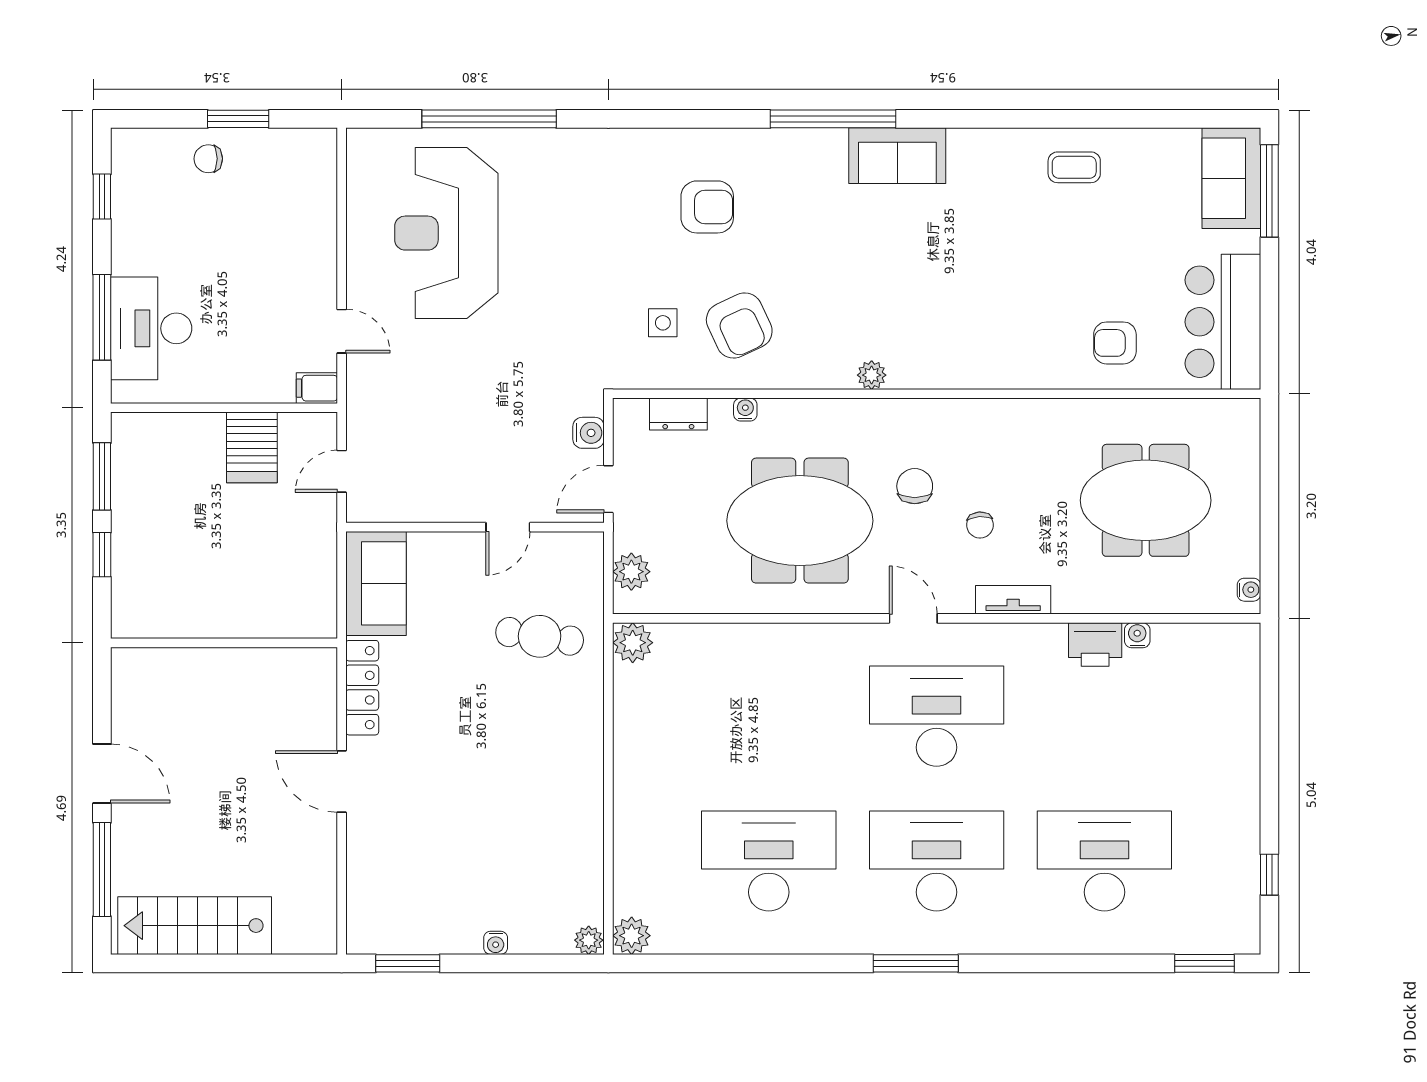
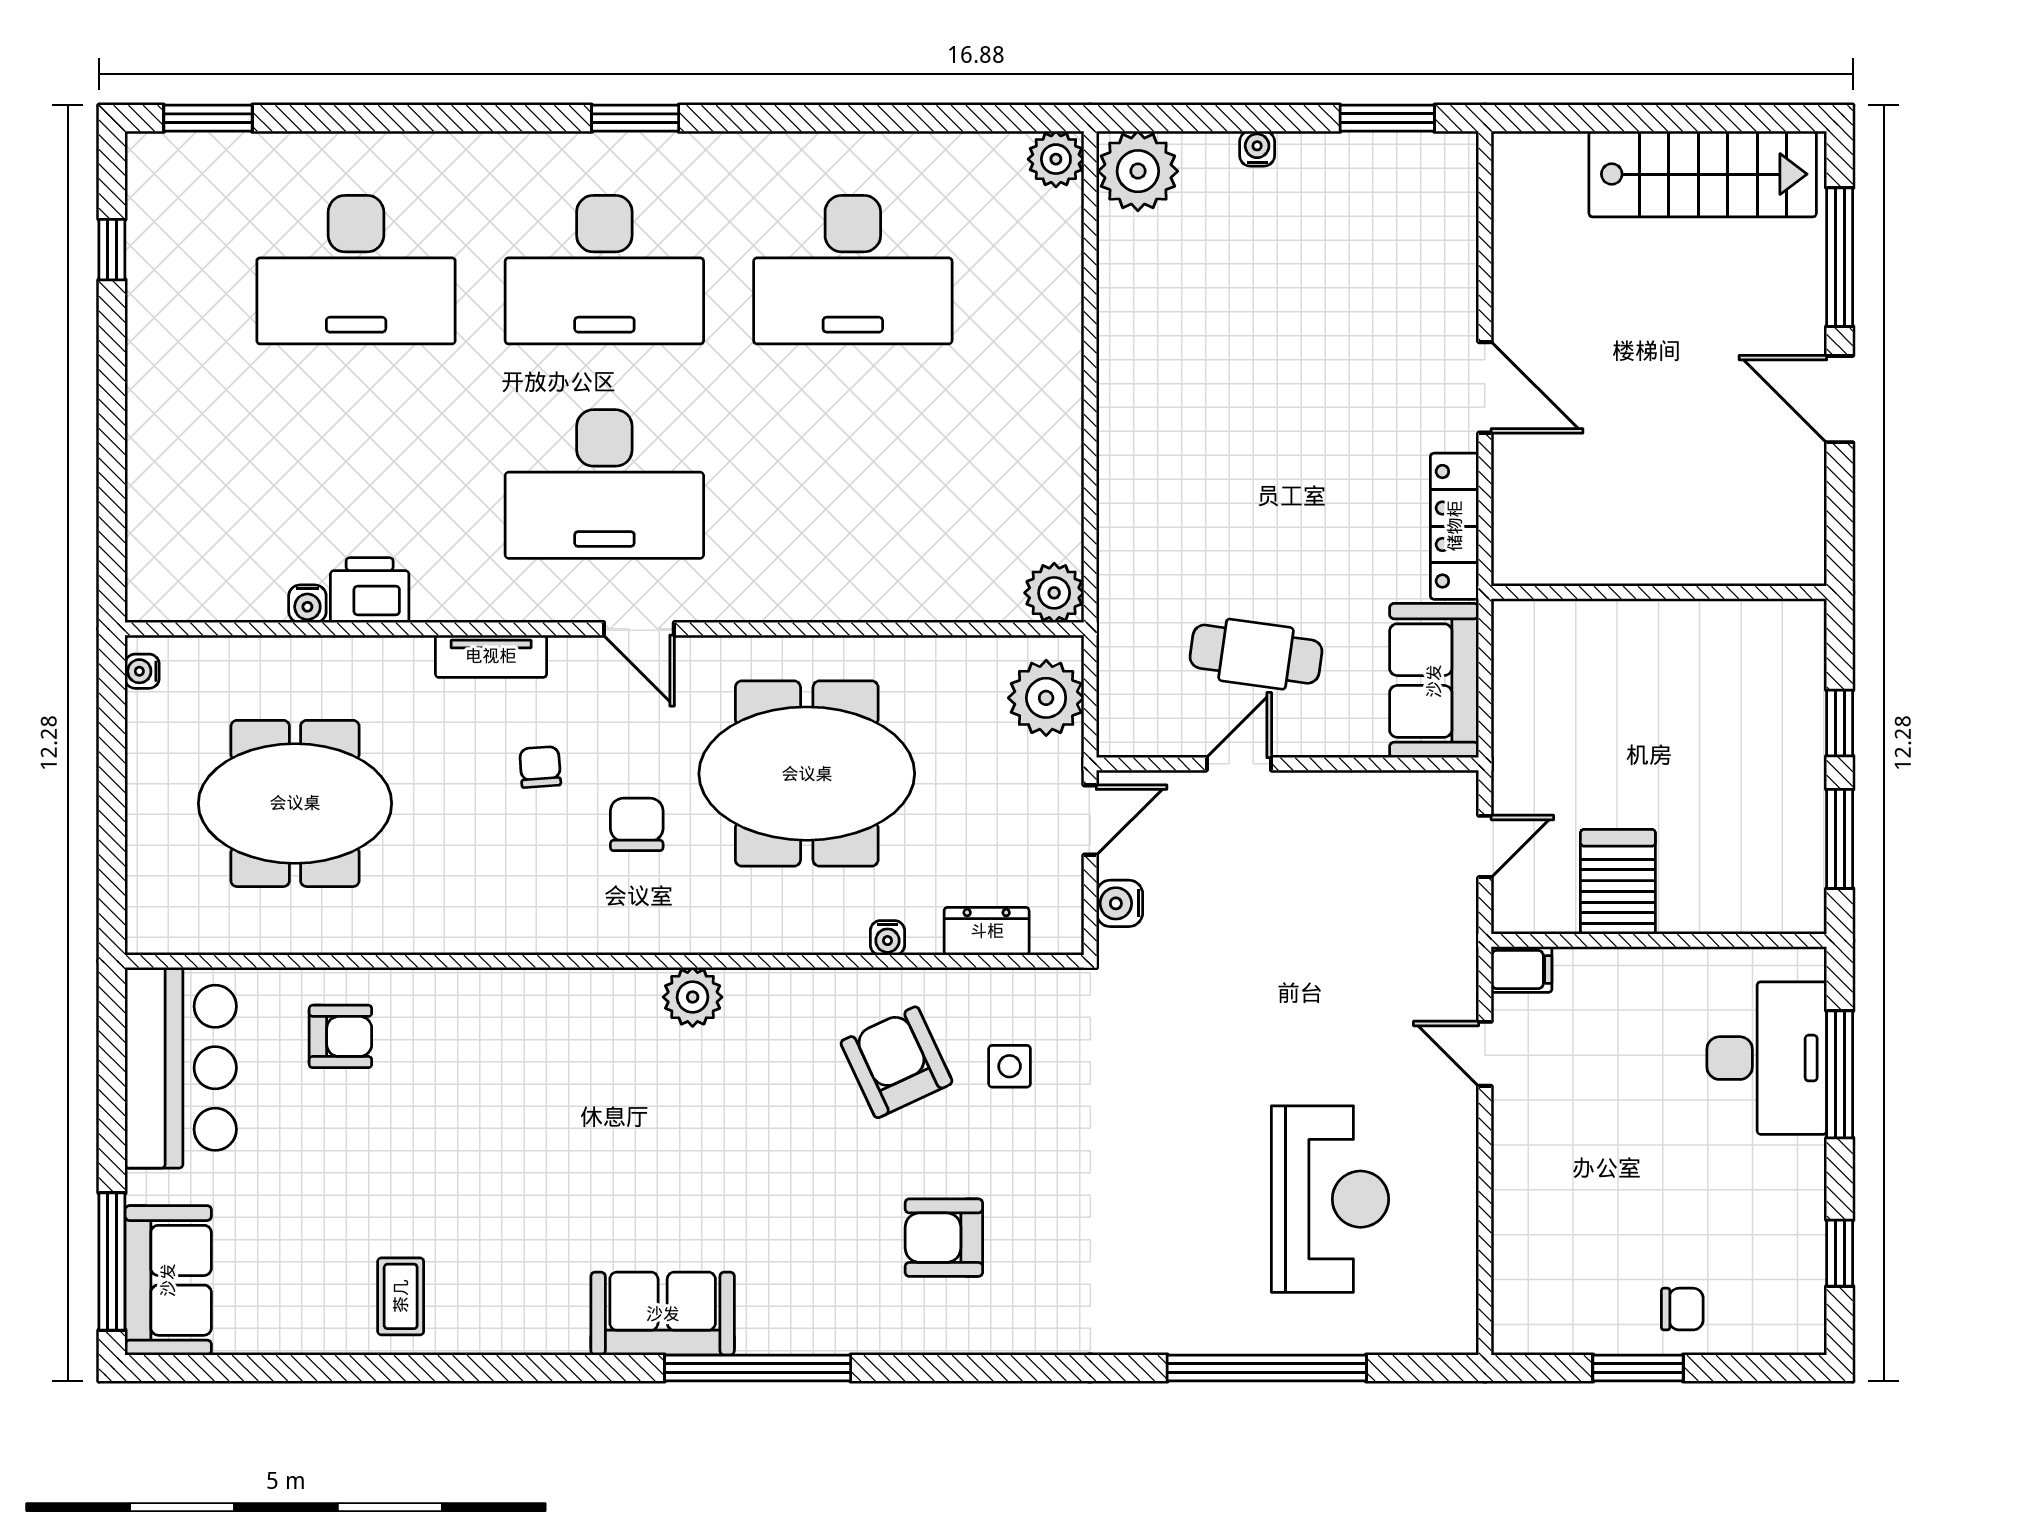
coffee table: (1074, 167) -> (401, 1296), turned 90
reception desk: (446, 233) -> (1330, 1199), width x0.74, depth x0.77
plant: (872, 375) -> (693, 997), width x1.38, depth x1.38
chair: (915, 486) -> (637, 824), turned 180
plant: (631, 572) -> (1046, 698), width x1.36, depth x1.36
cafe table: (540, 636) -> (1256, 654), moved
plant: (589, 940) -> (1138, 171), width x1.87, depth x1.87
window: (916, 963) -> (635, 118), width x0.69

